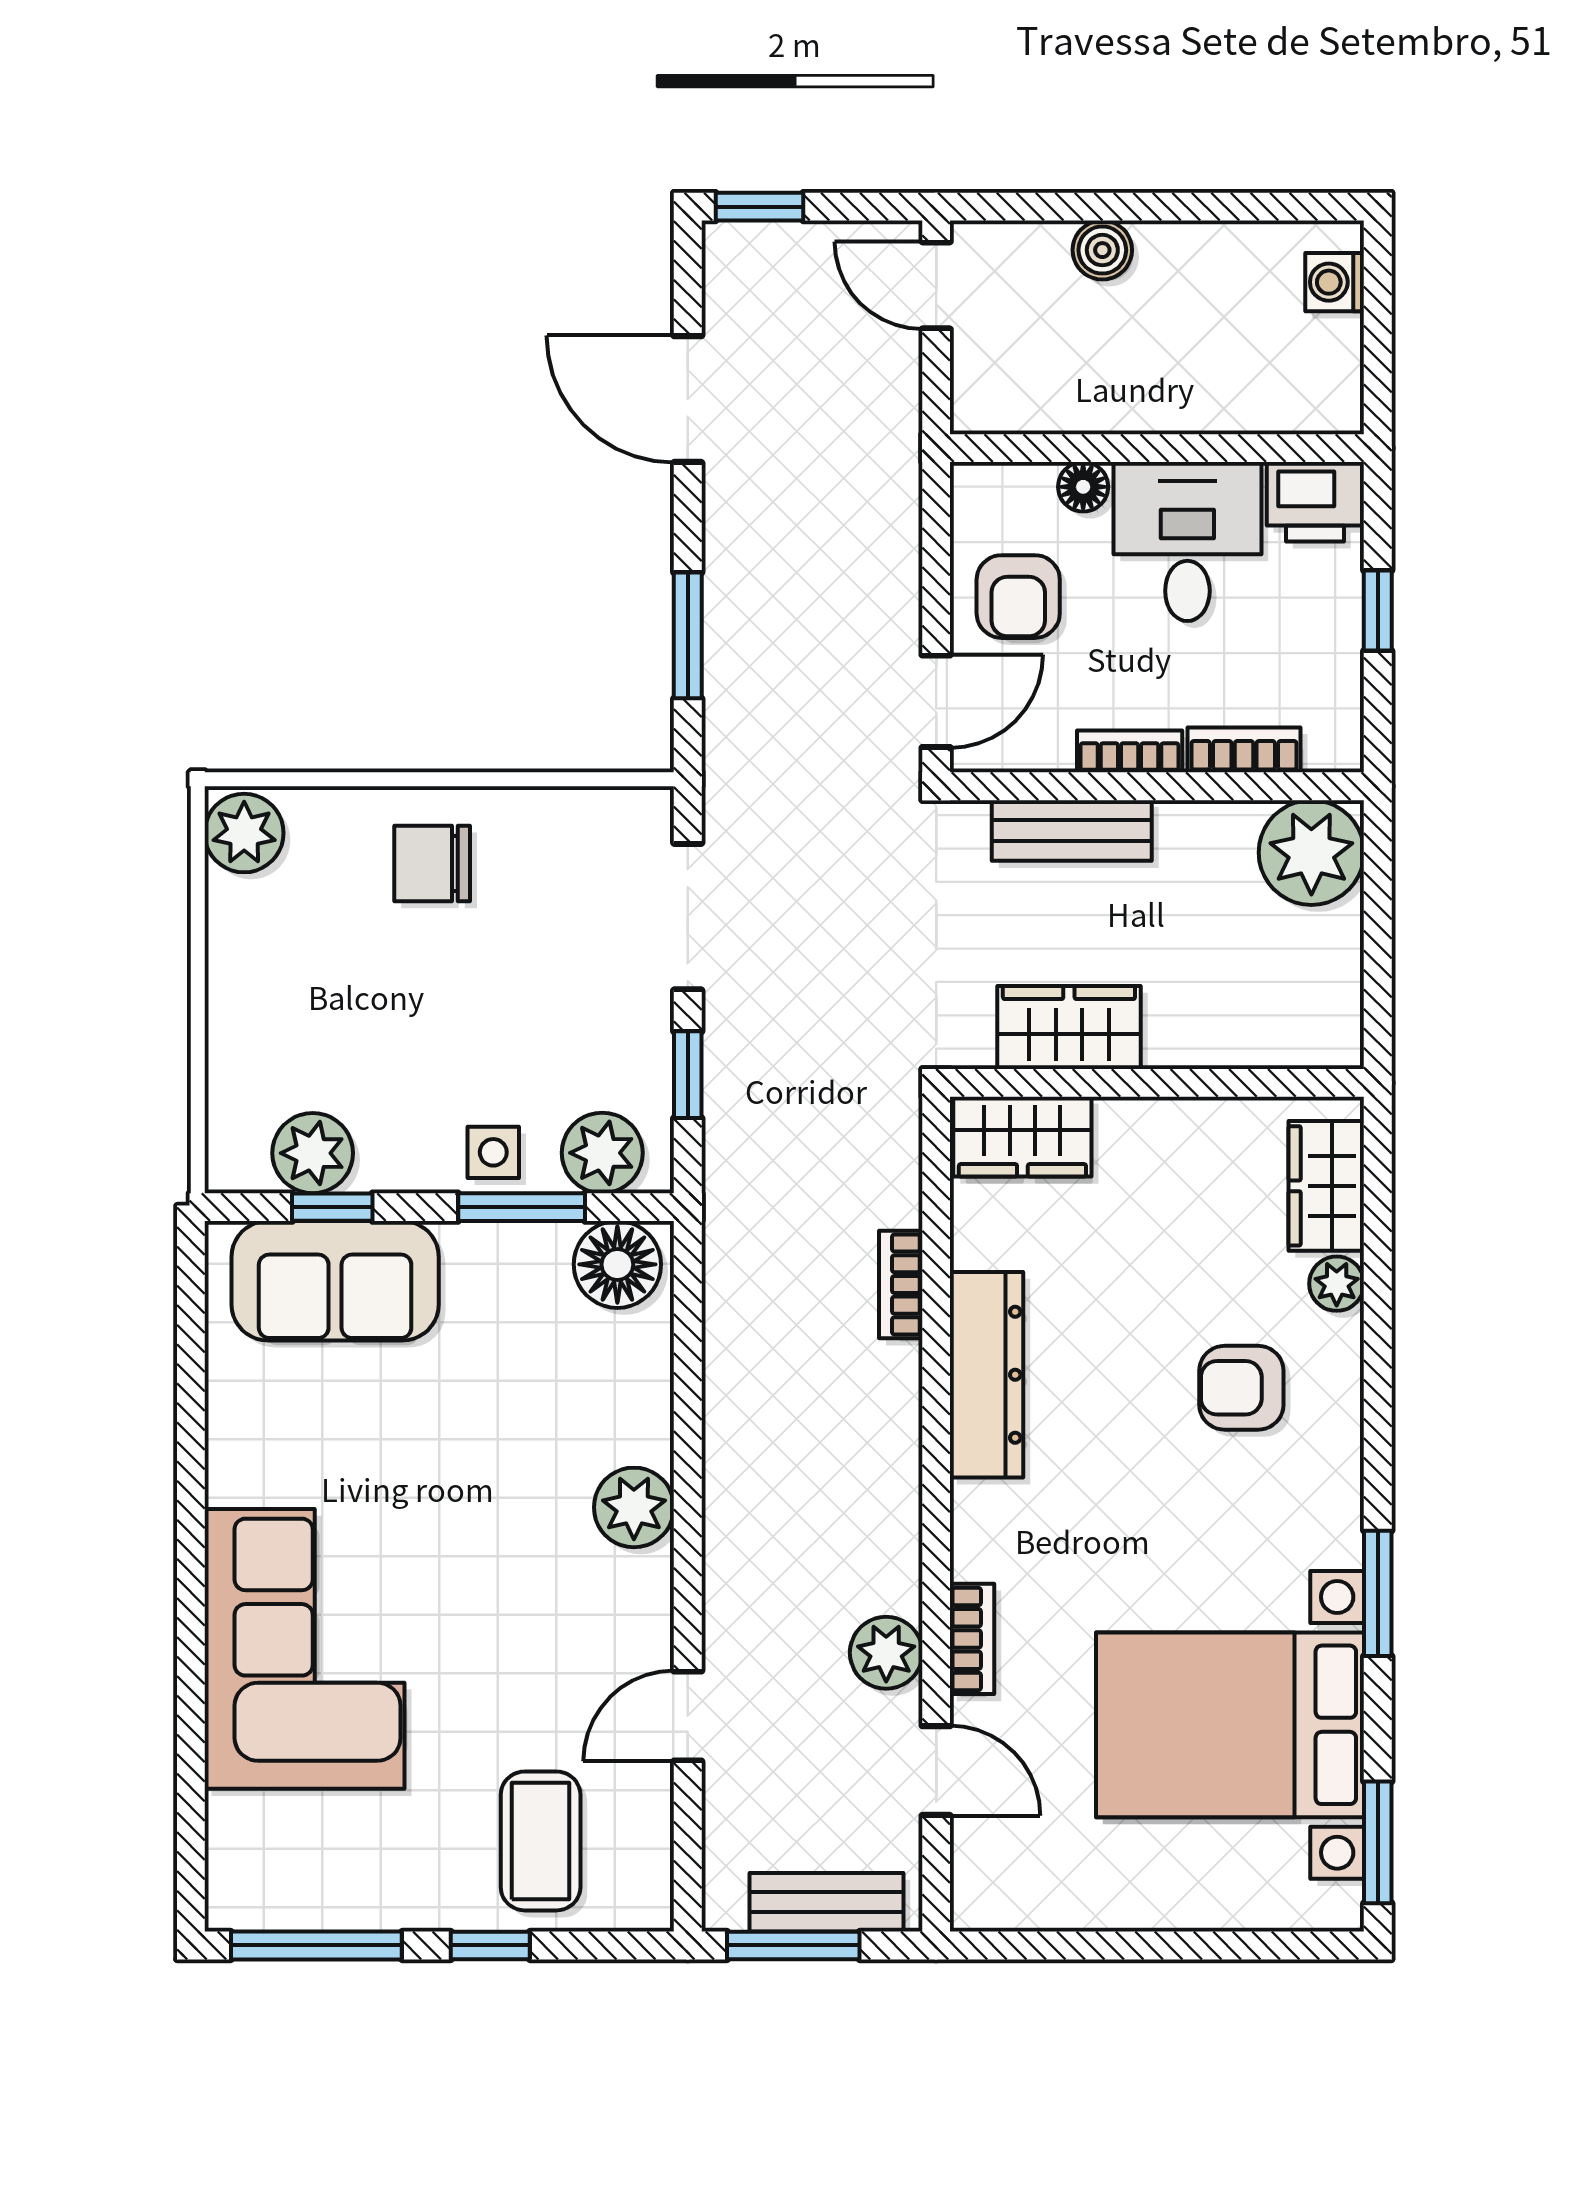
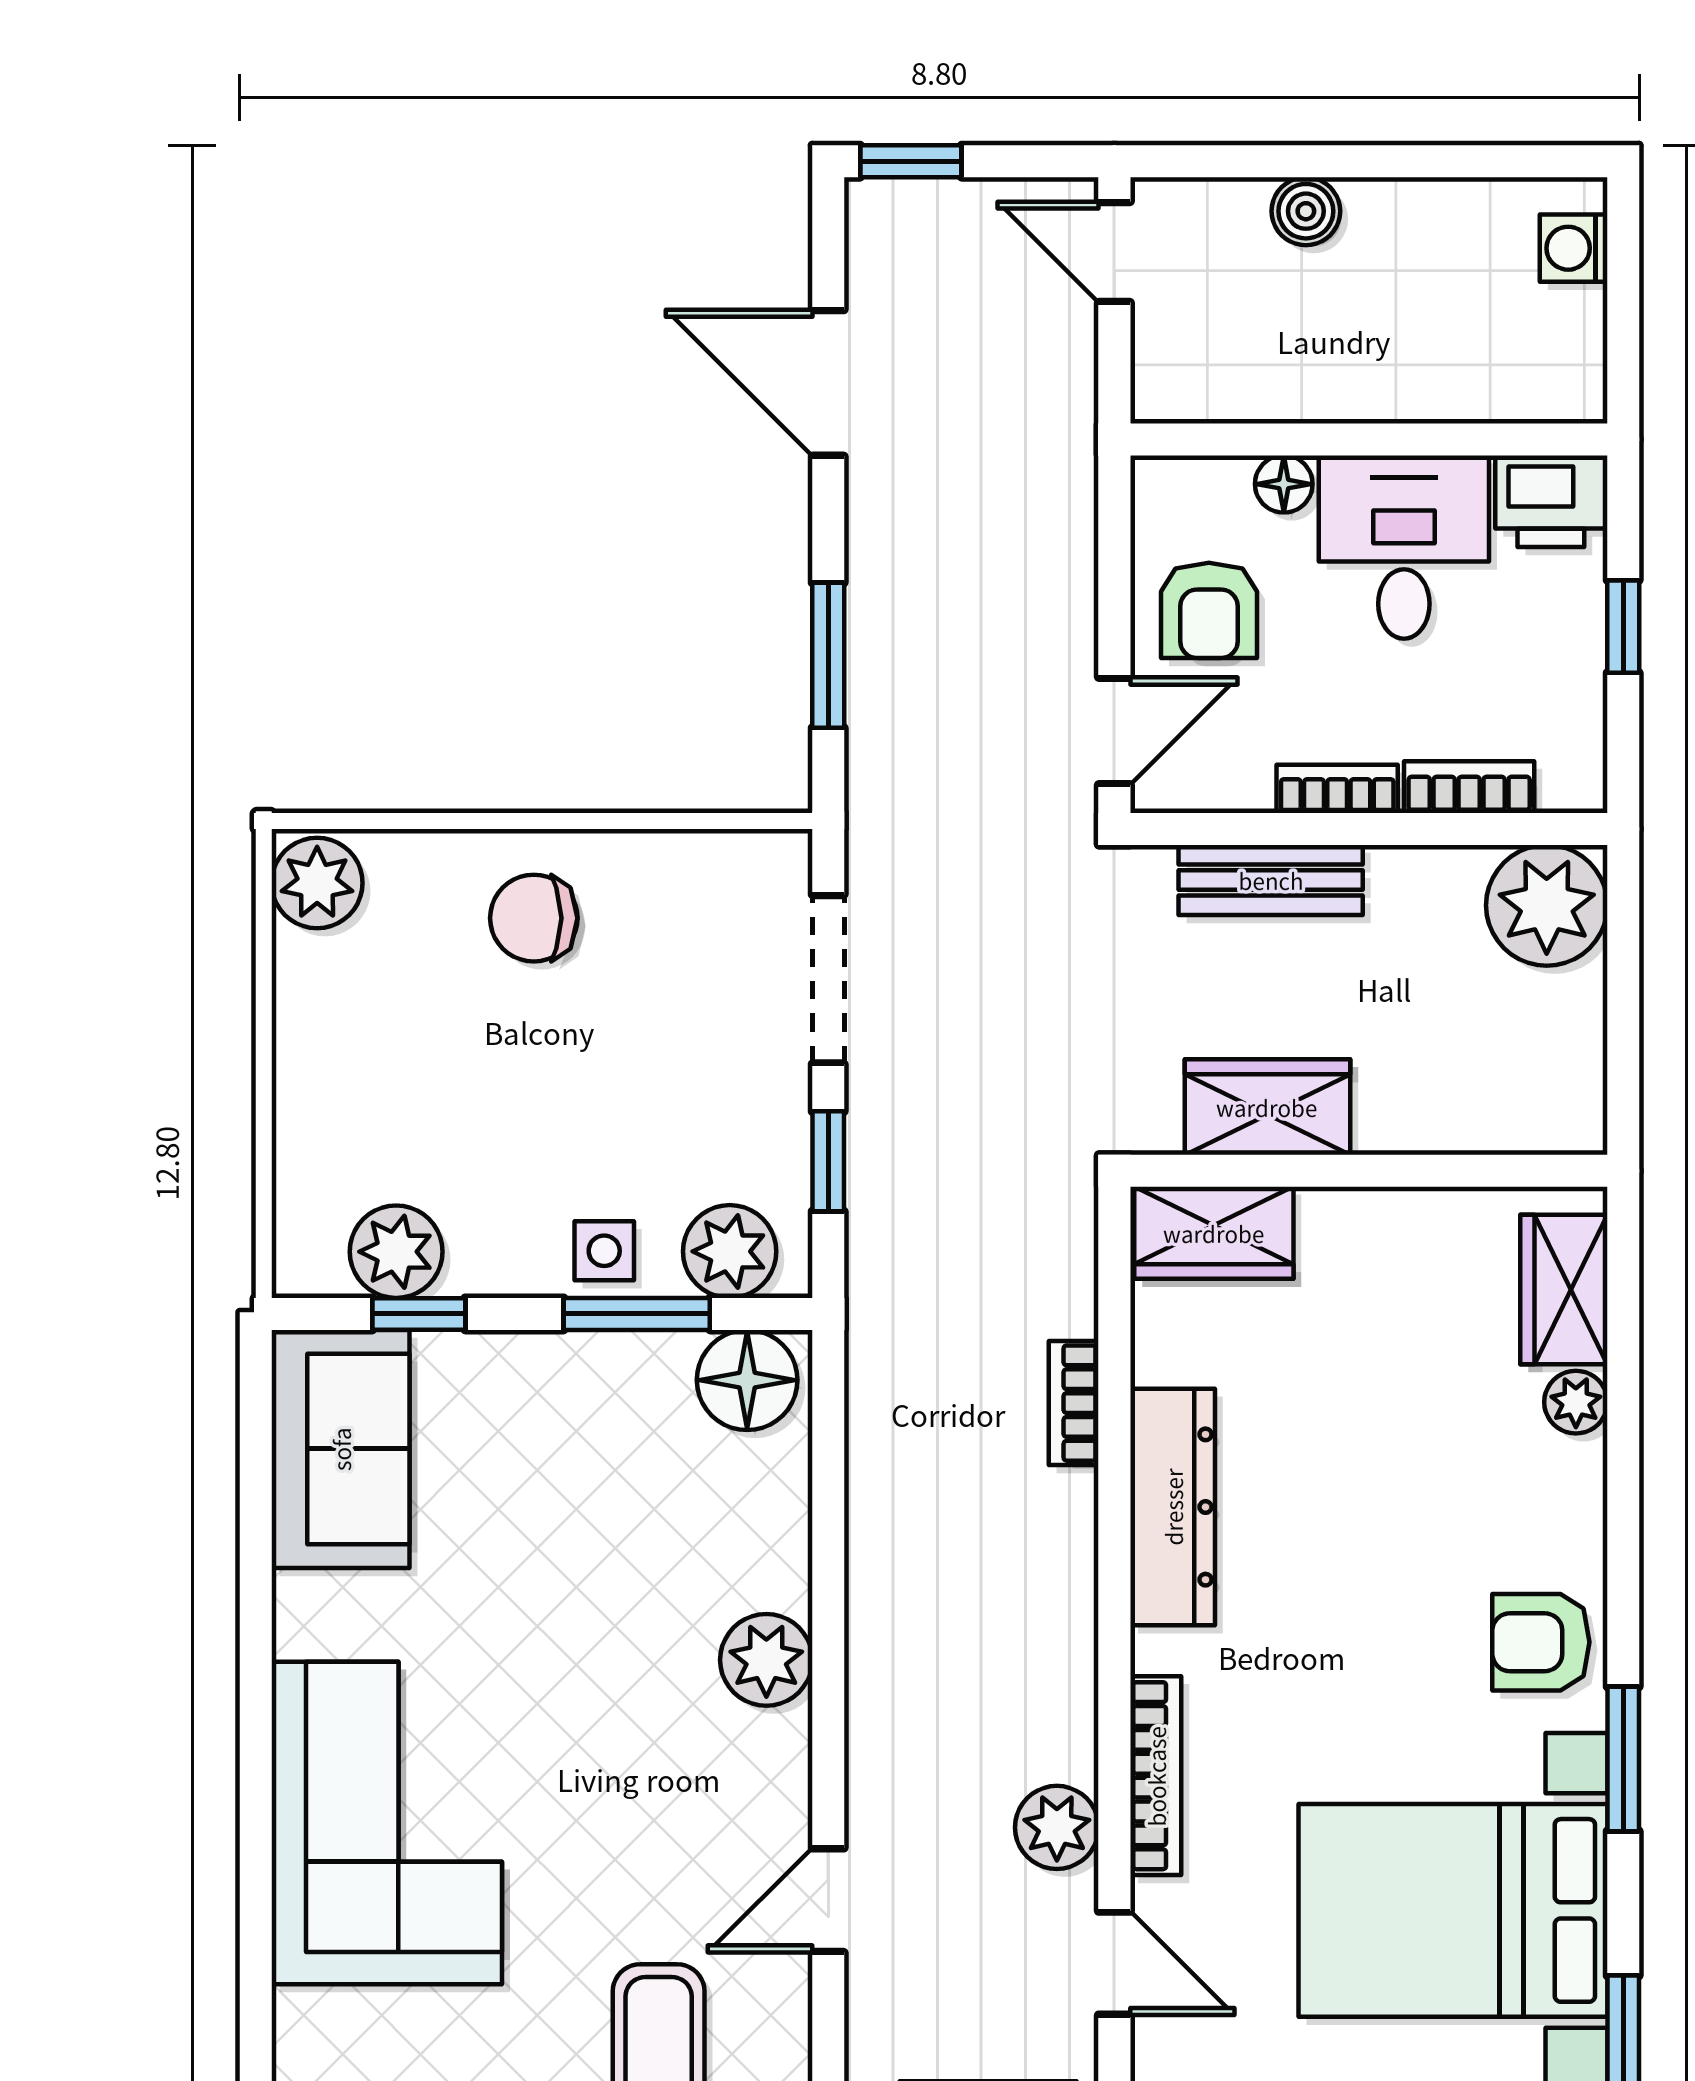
sofa: (335, 1281) -> (341, 1449), moved, turned -90
armchair: (1241, 1388) -> (1541, 1642), moved
bookcase: (972, 1639) -> (1156, 1776), width x1.56

